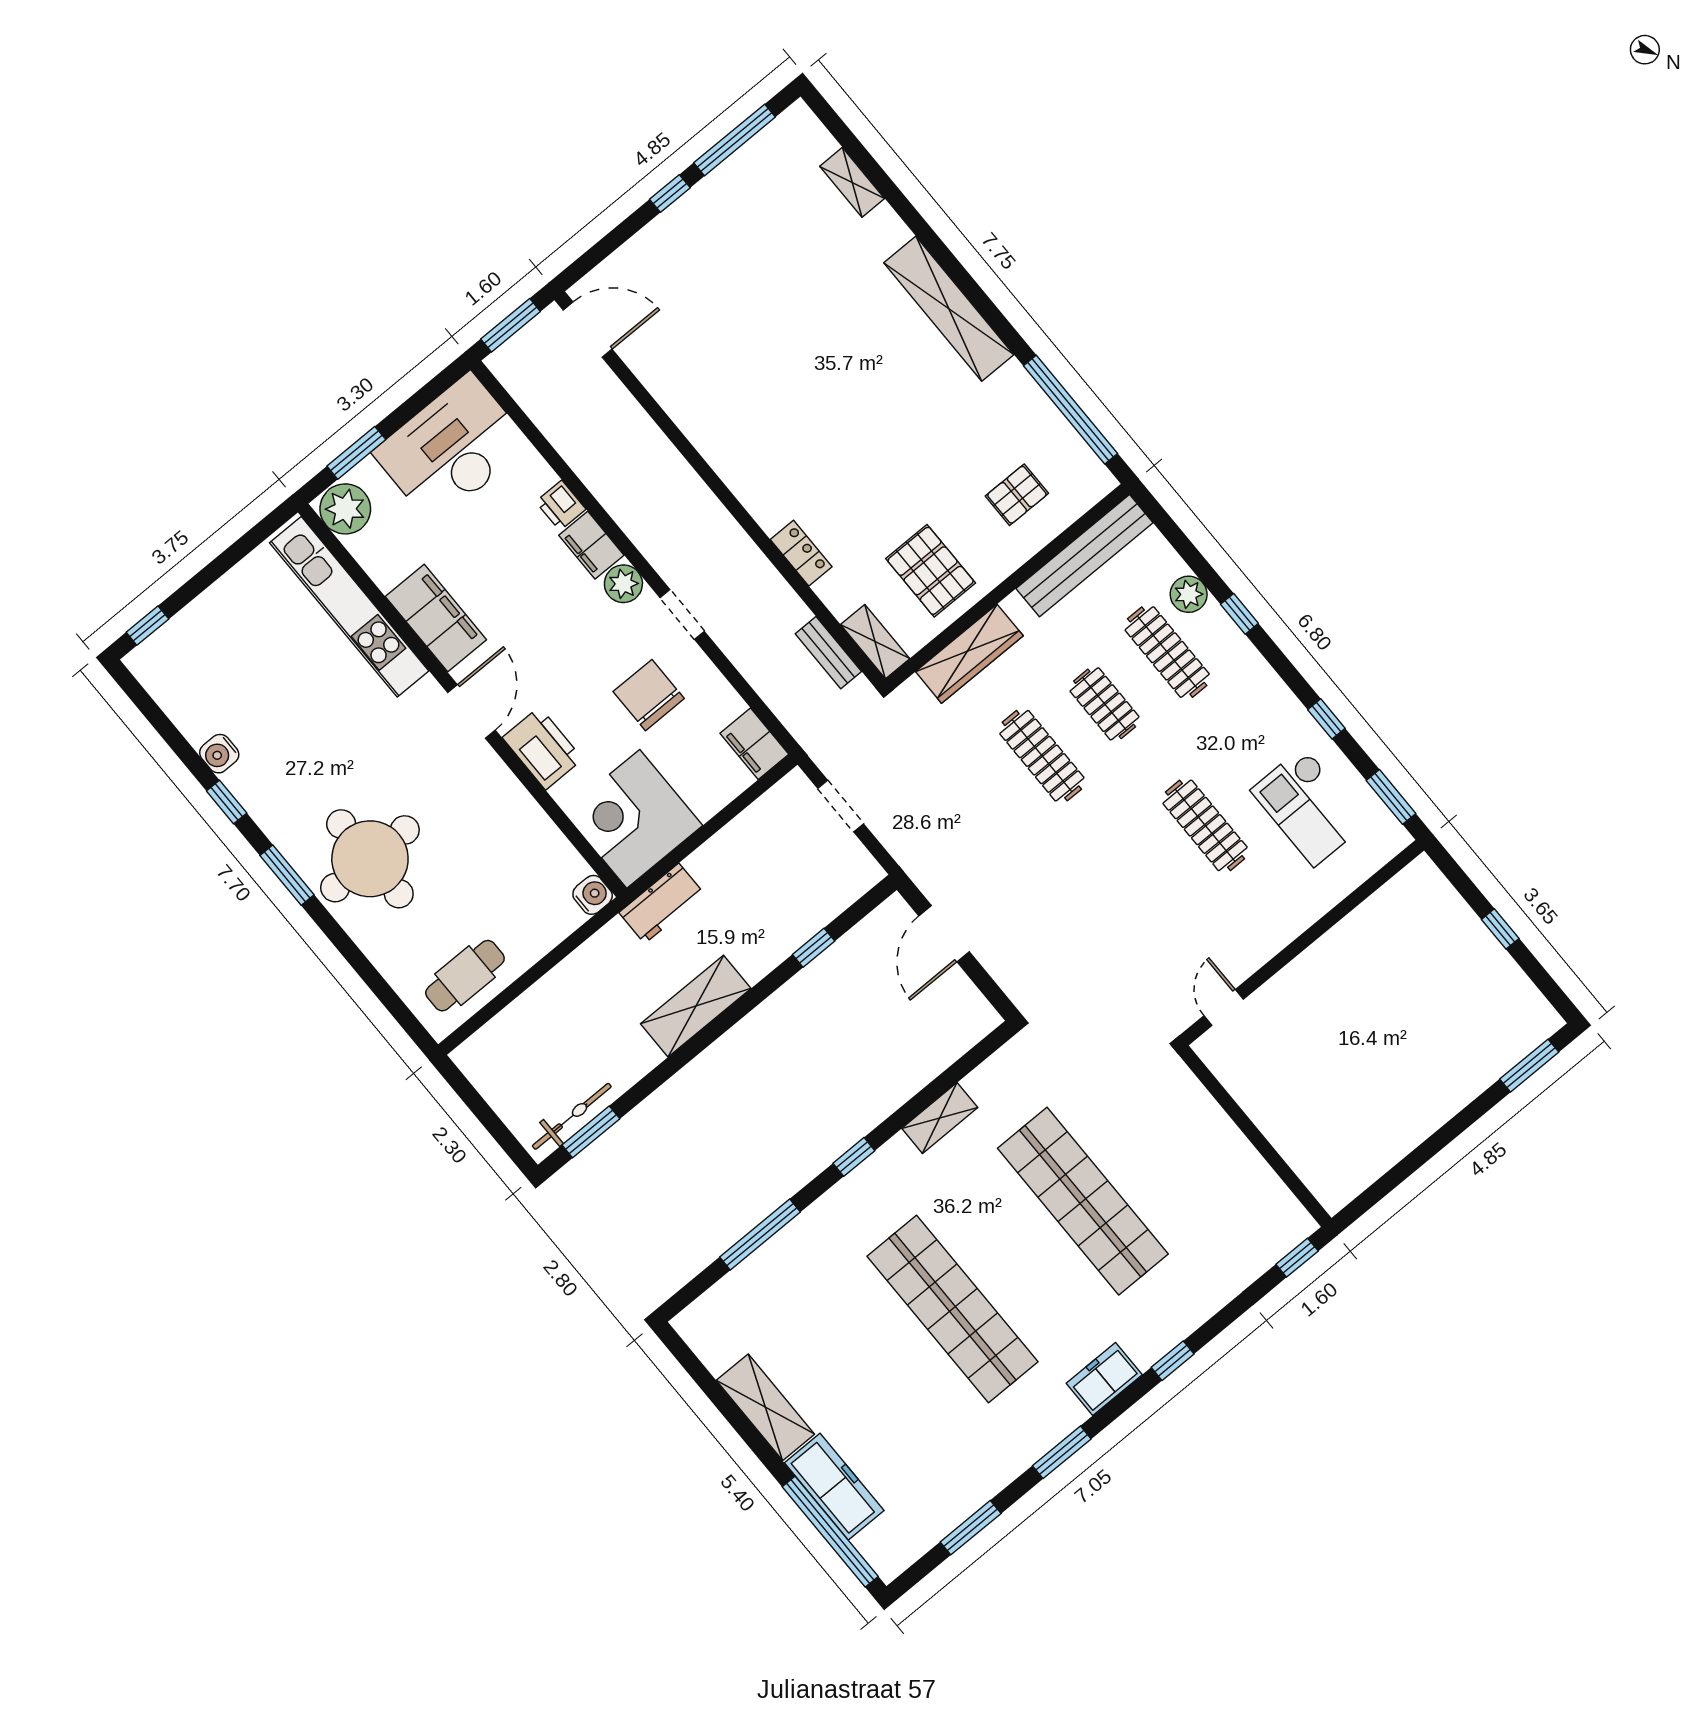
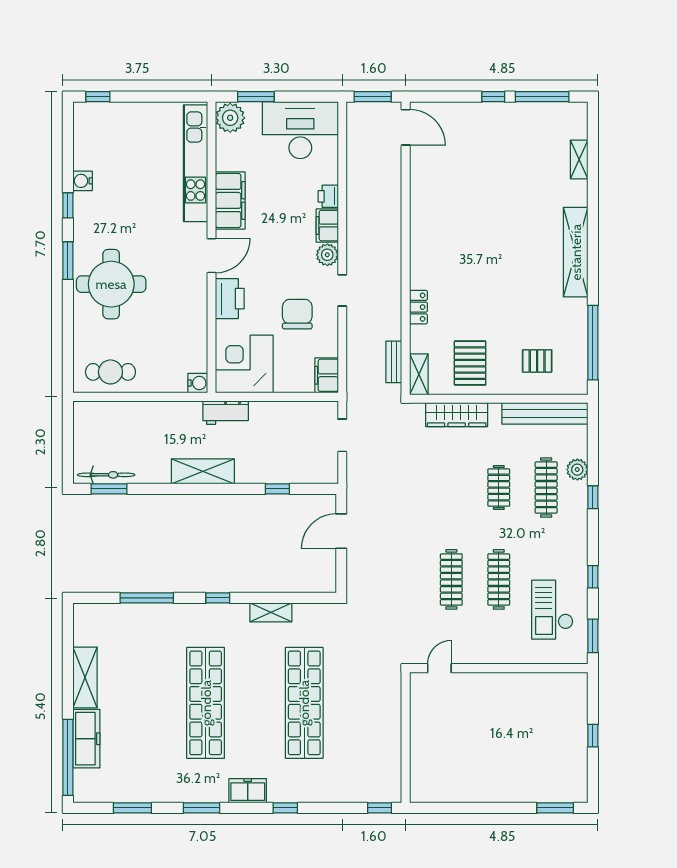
clothes rail: (1042, 756) -> (451, 579), moved

